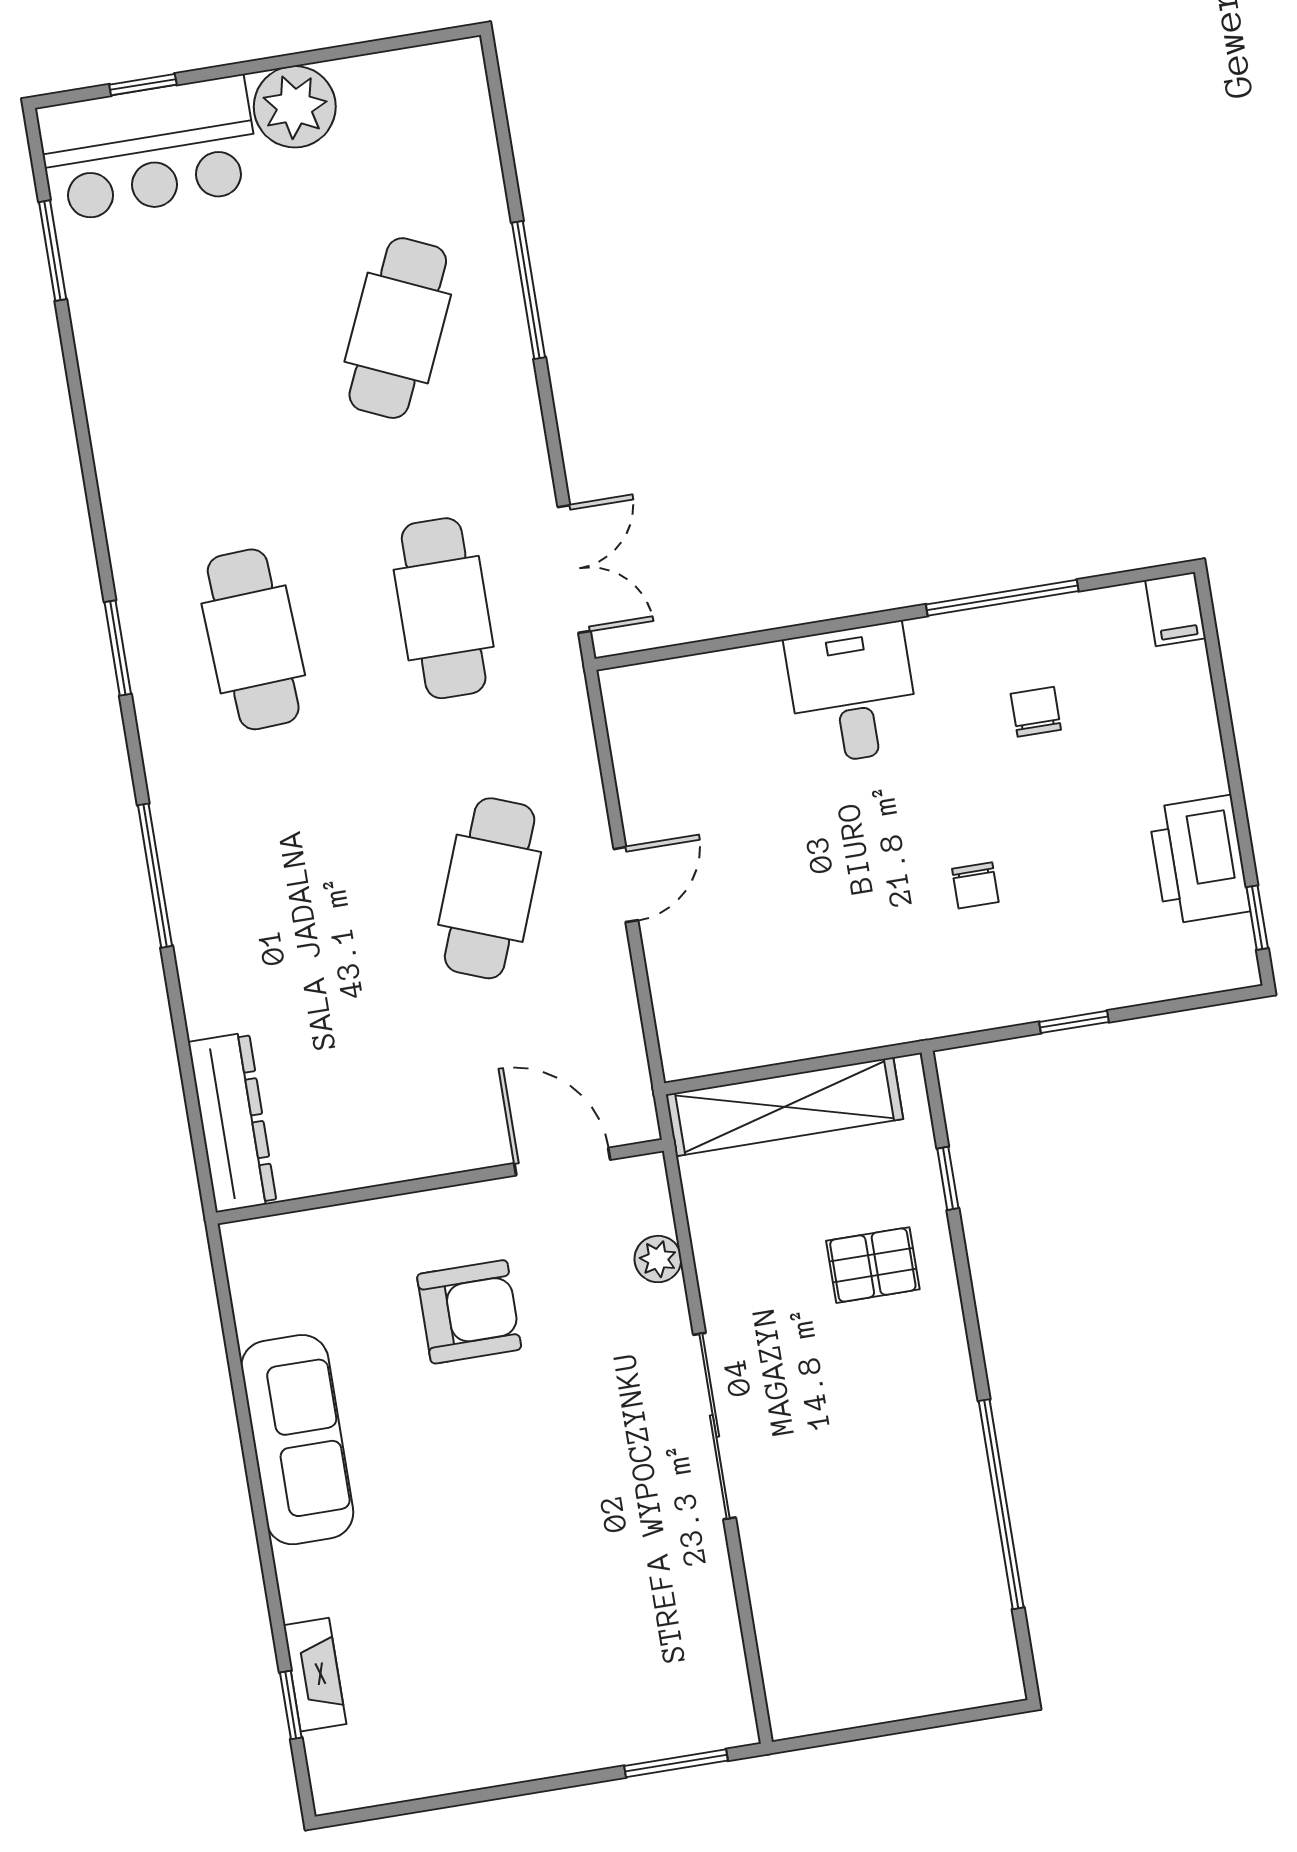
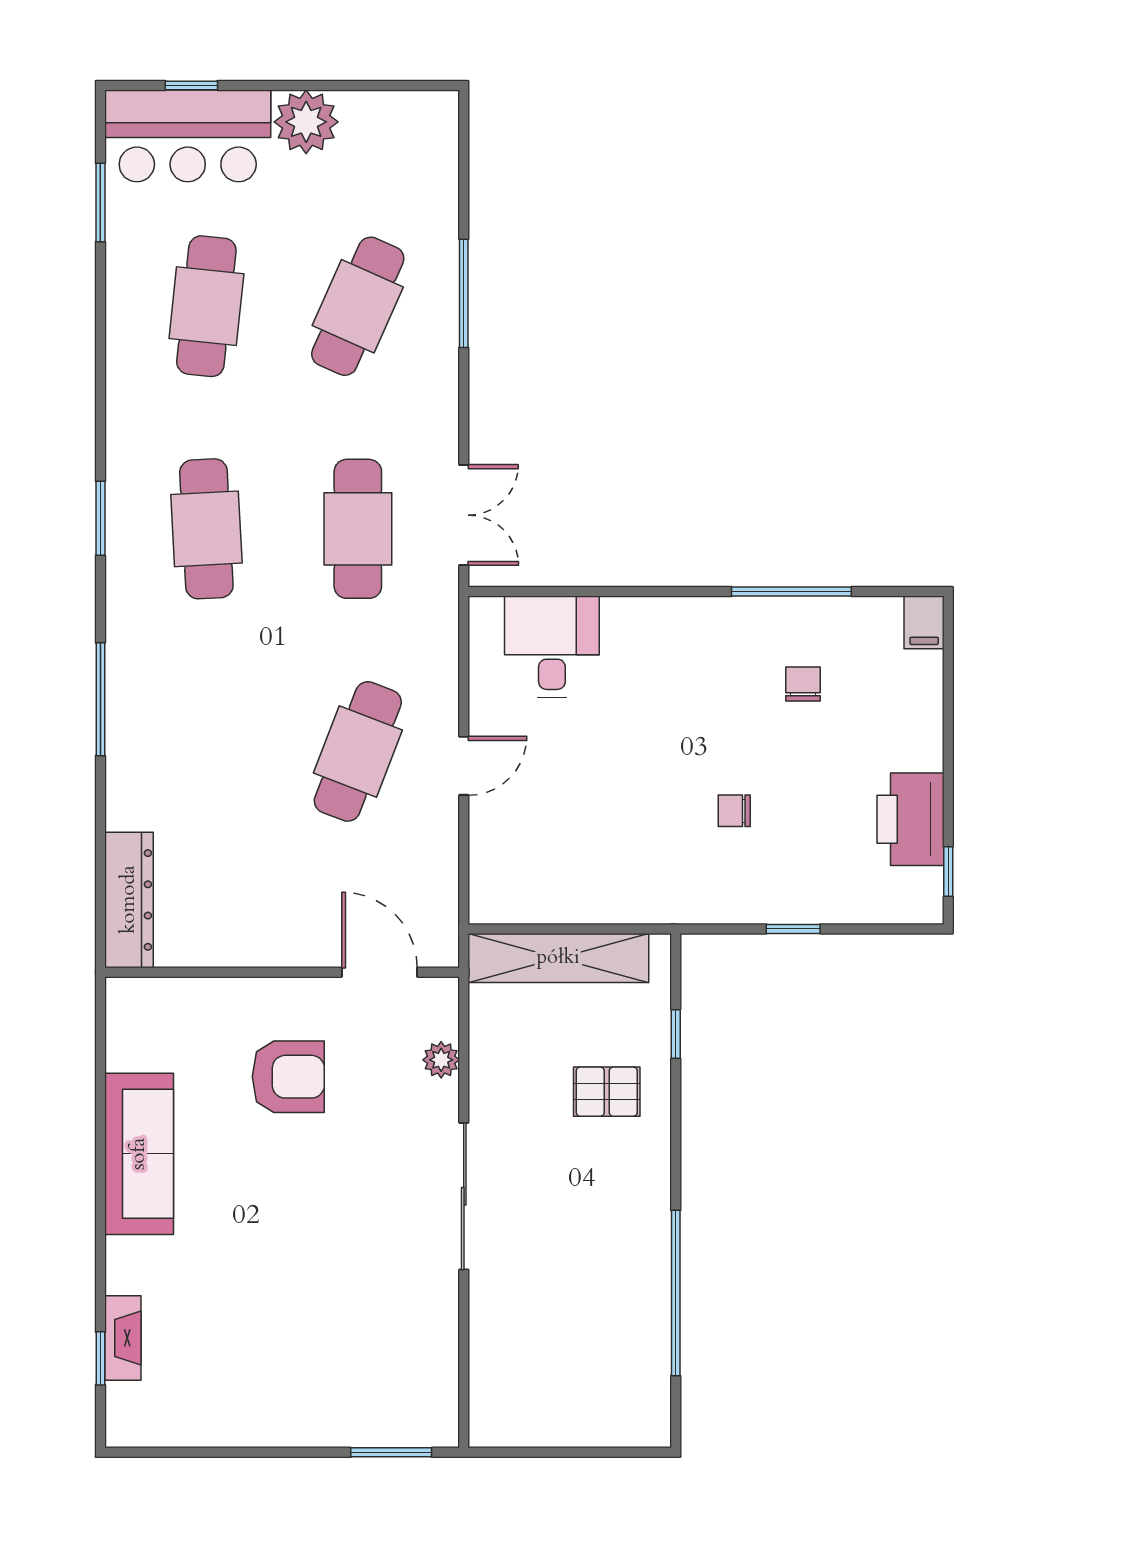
cafe table: (207, 359) -> (206, 306), added
desk: (853, 694) -> (552, 647), moved
chair: (975, 885) -> (734, 811), turned 90

